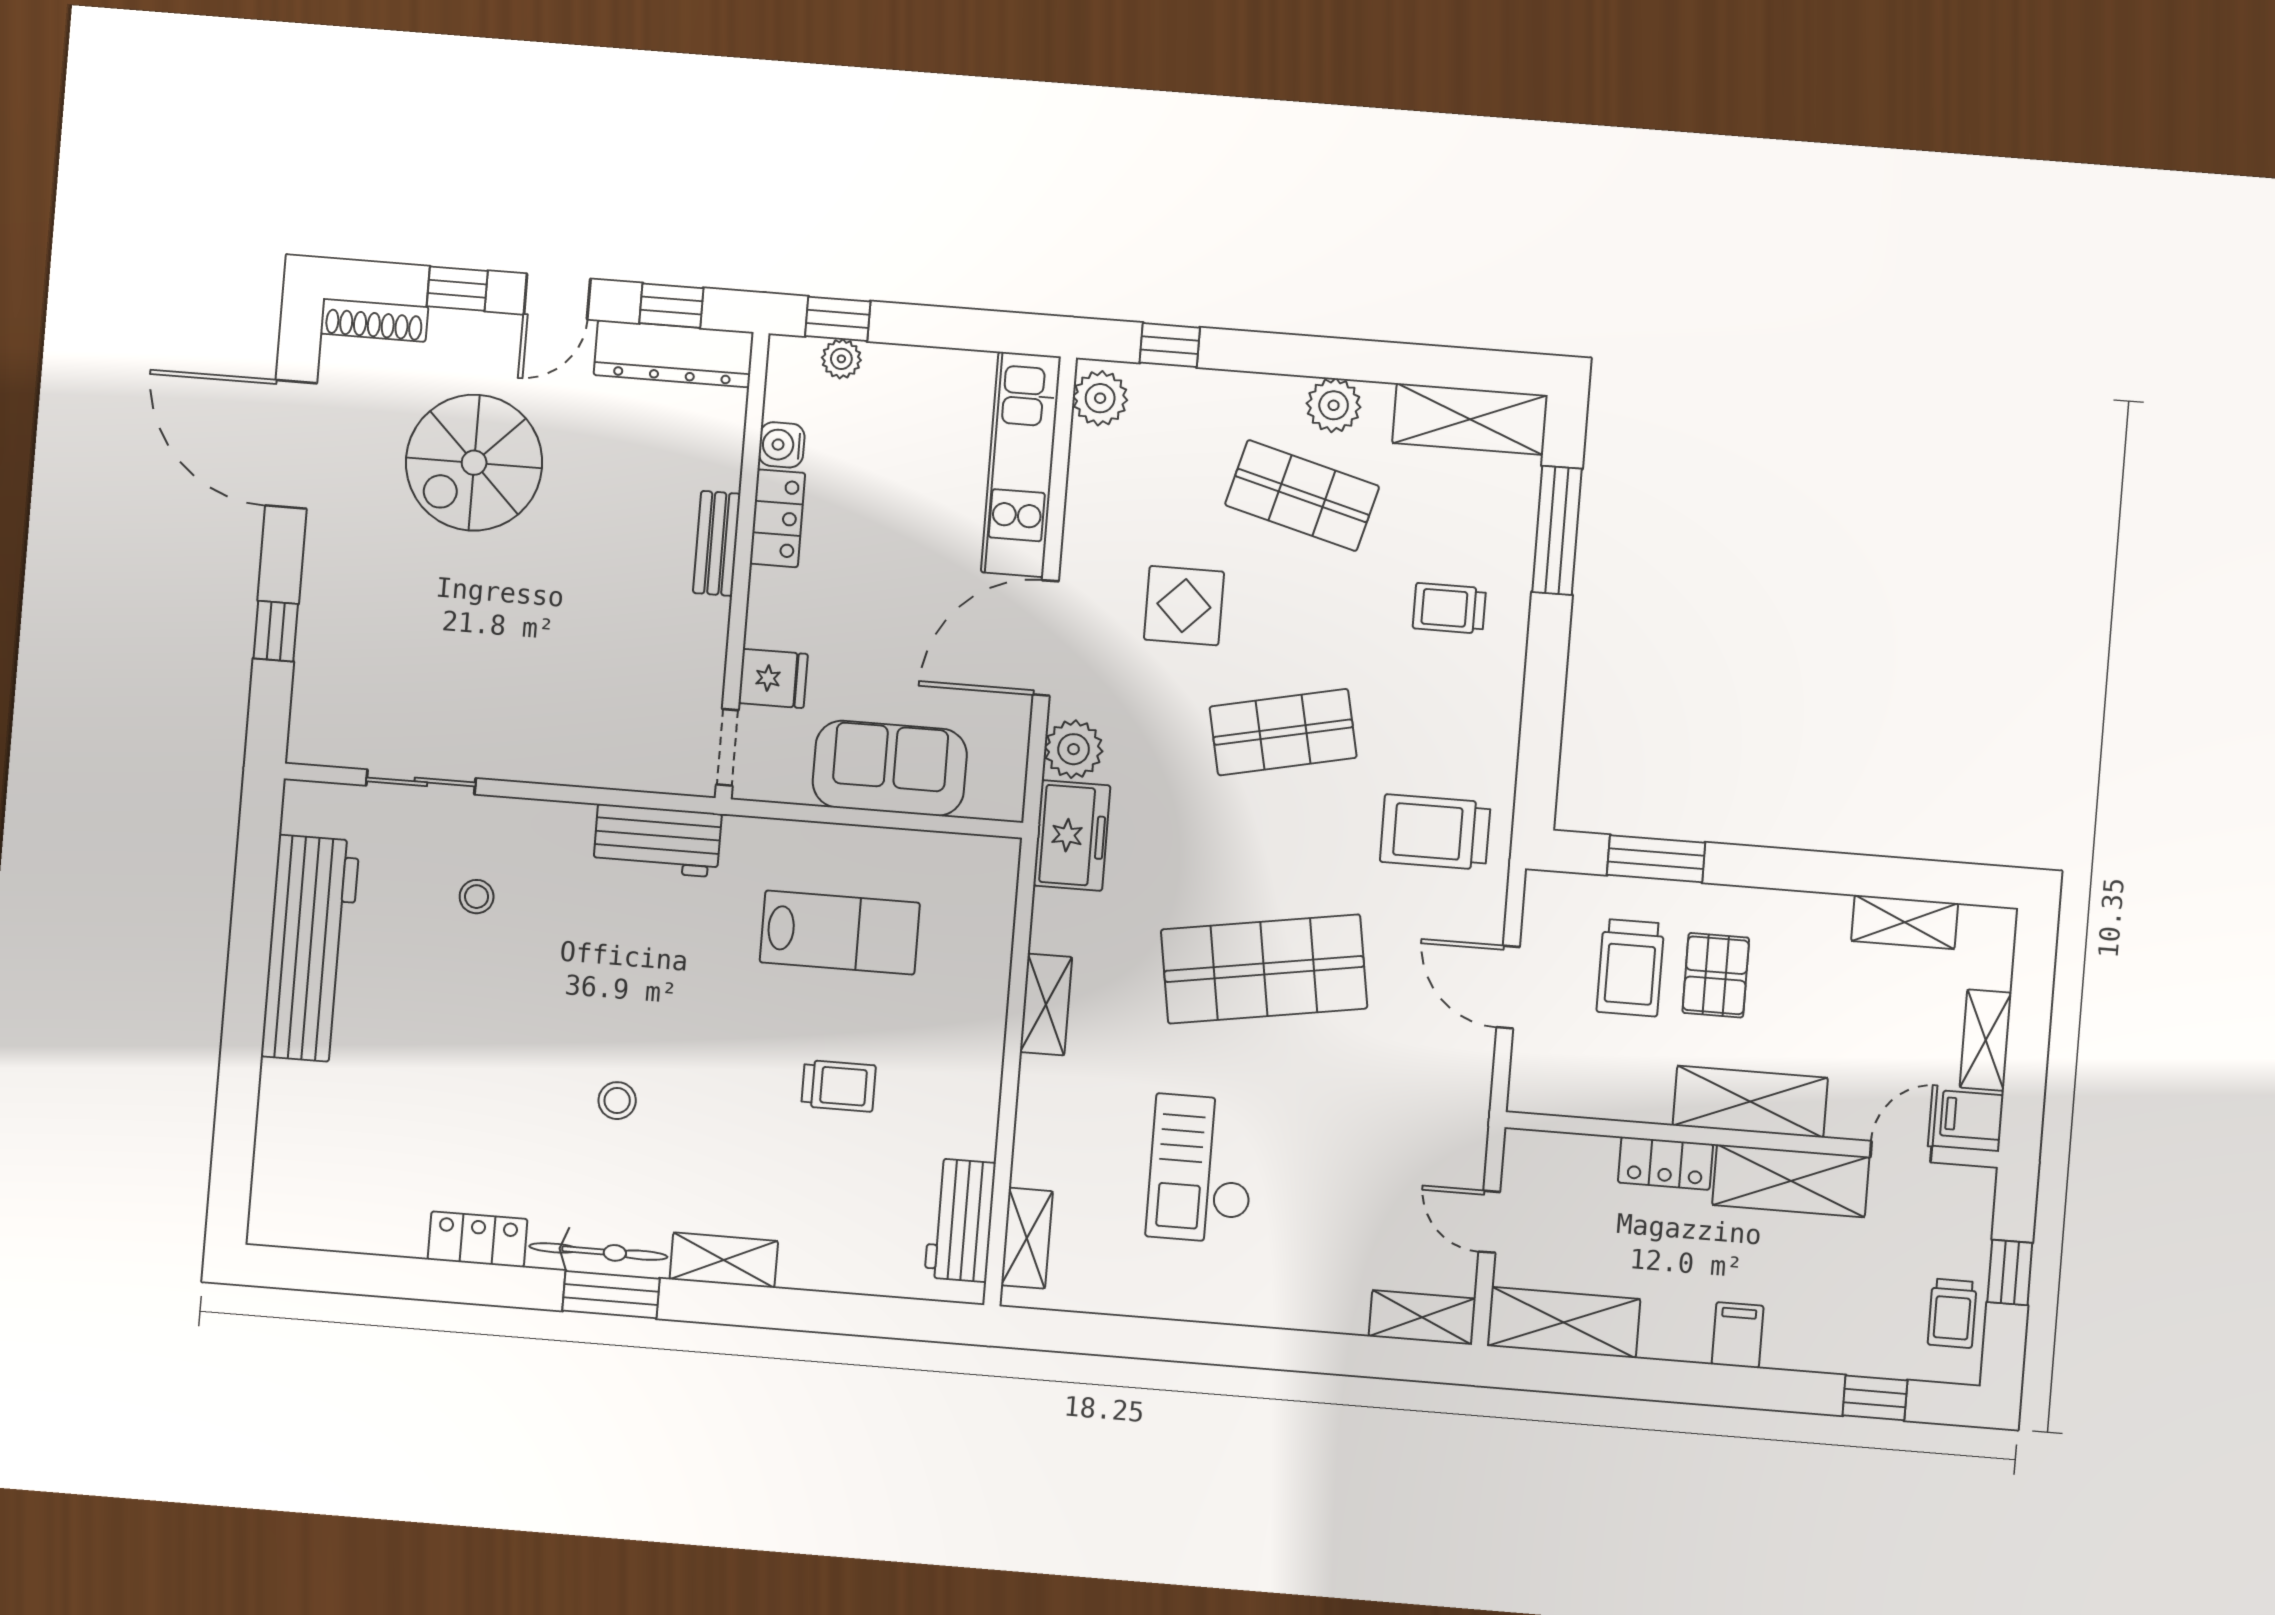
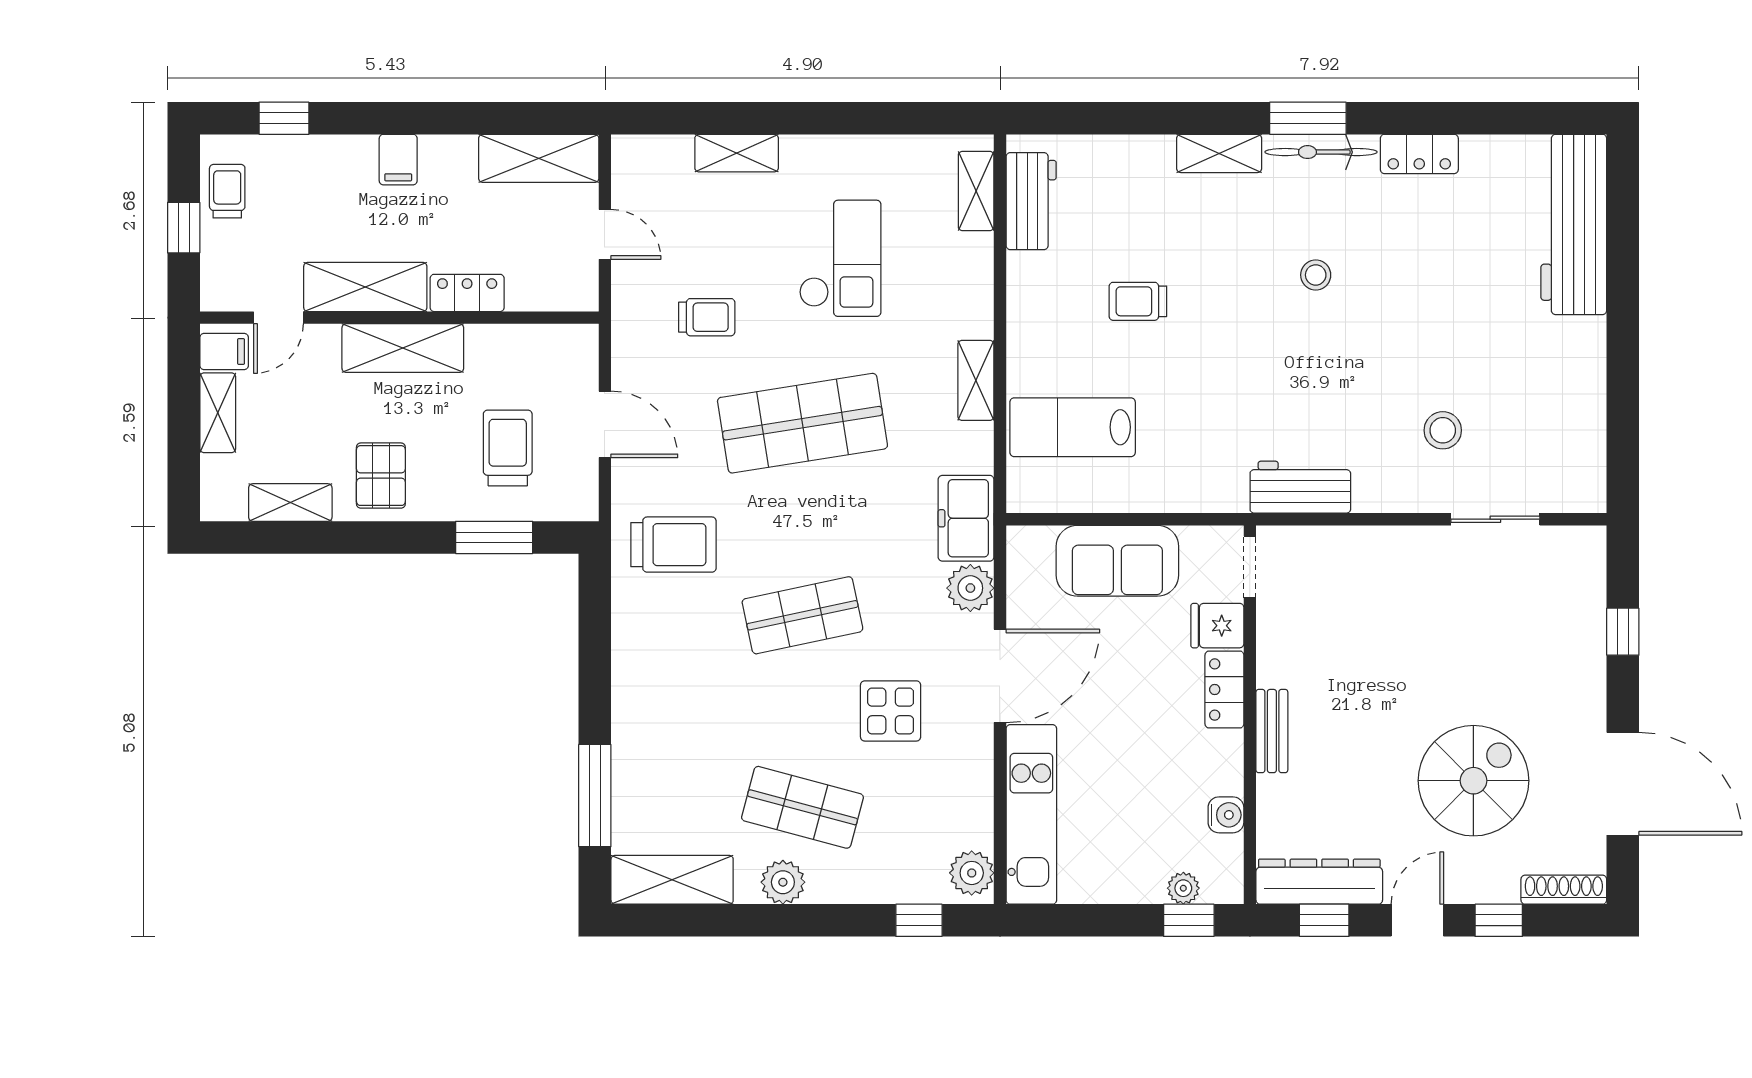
locker: (777, 518) -> (1224, 690), moved
trolley: (1449, 608) -> (707, 317), moved
stool: (477, 897) -> (1443, 430), width x1.37, depth x1.37
lab bench: (840, 933) -> (1073, 427), moved
workbench: (310, 949) -> (1574, 224), moved
pallet: (1716, 975) -> (381, 476), moved
shelving: (1422, 1317) -> (737, 153), moved

